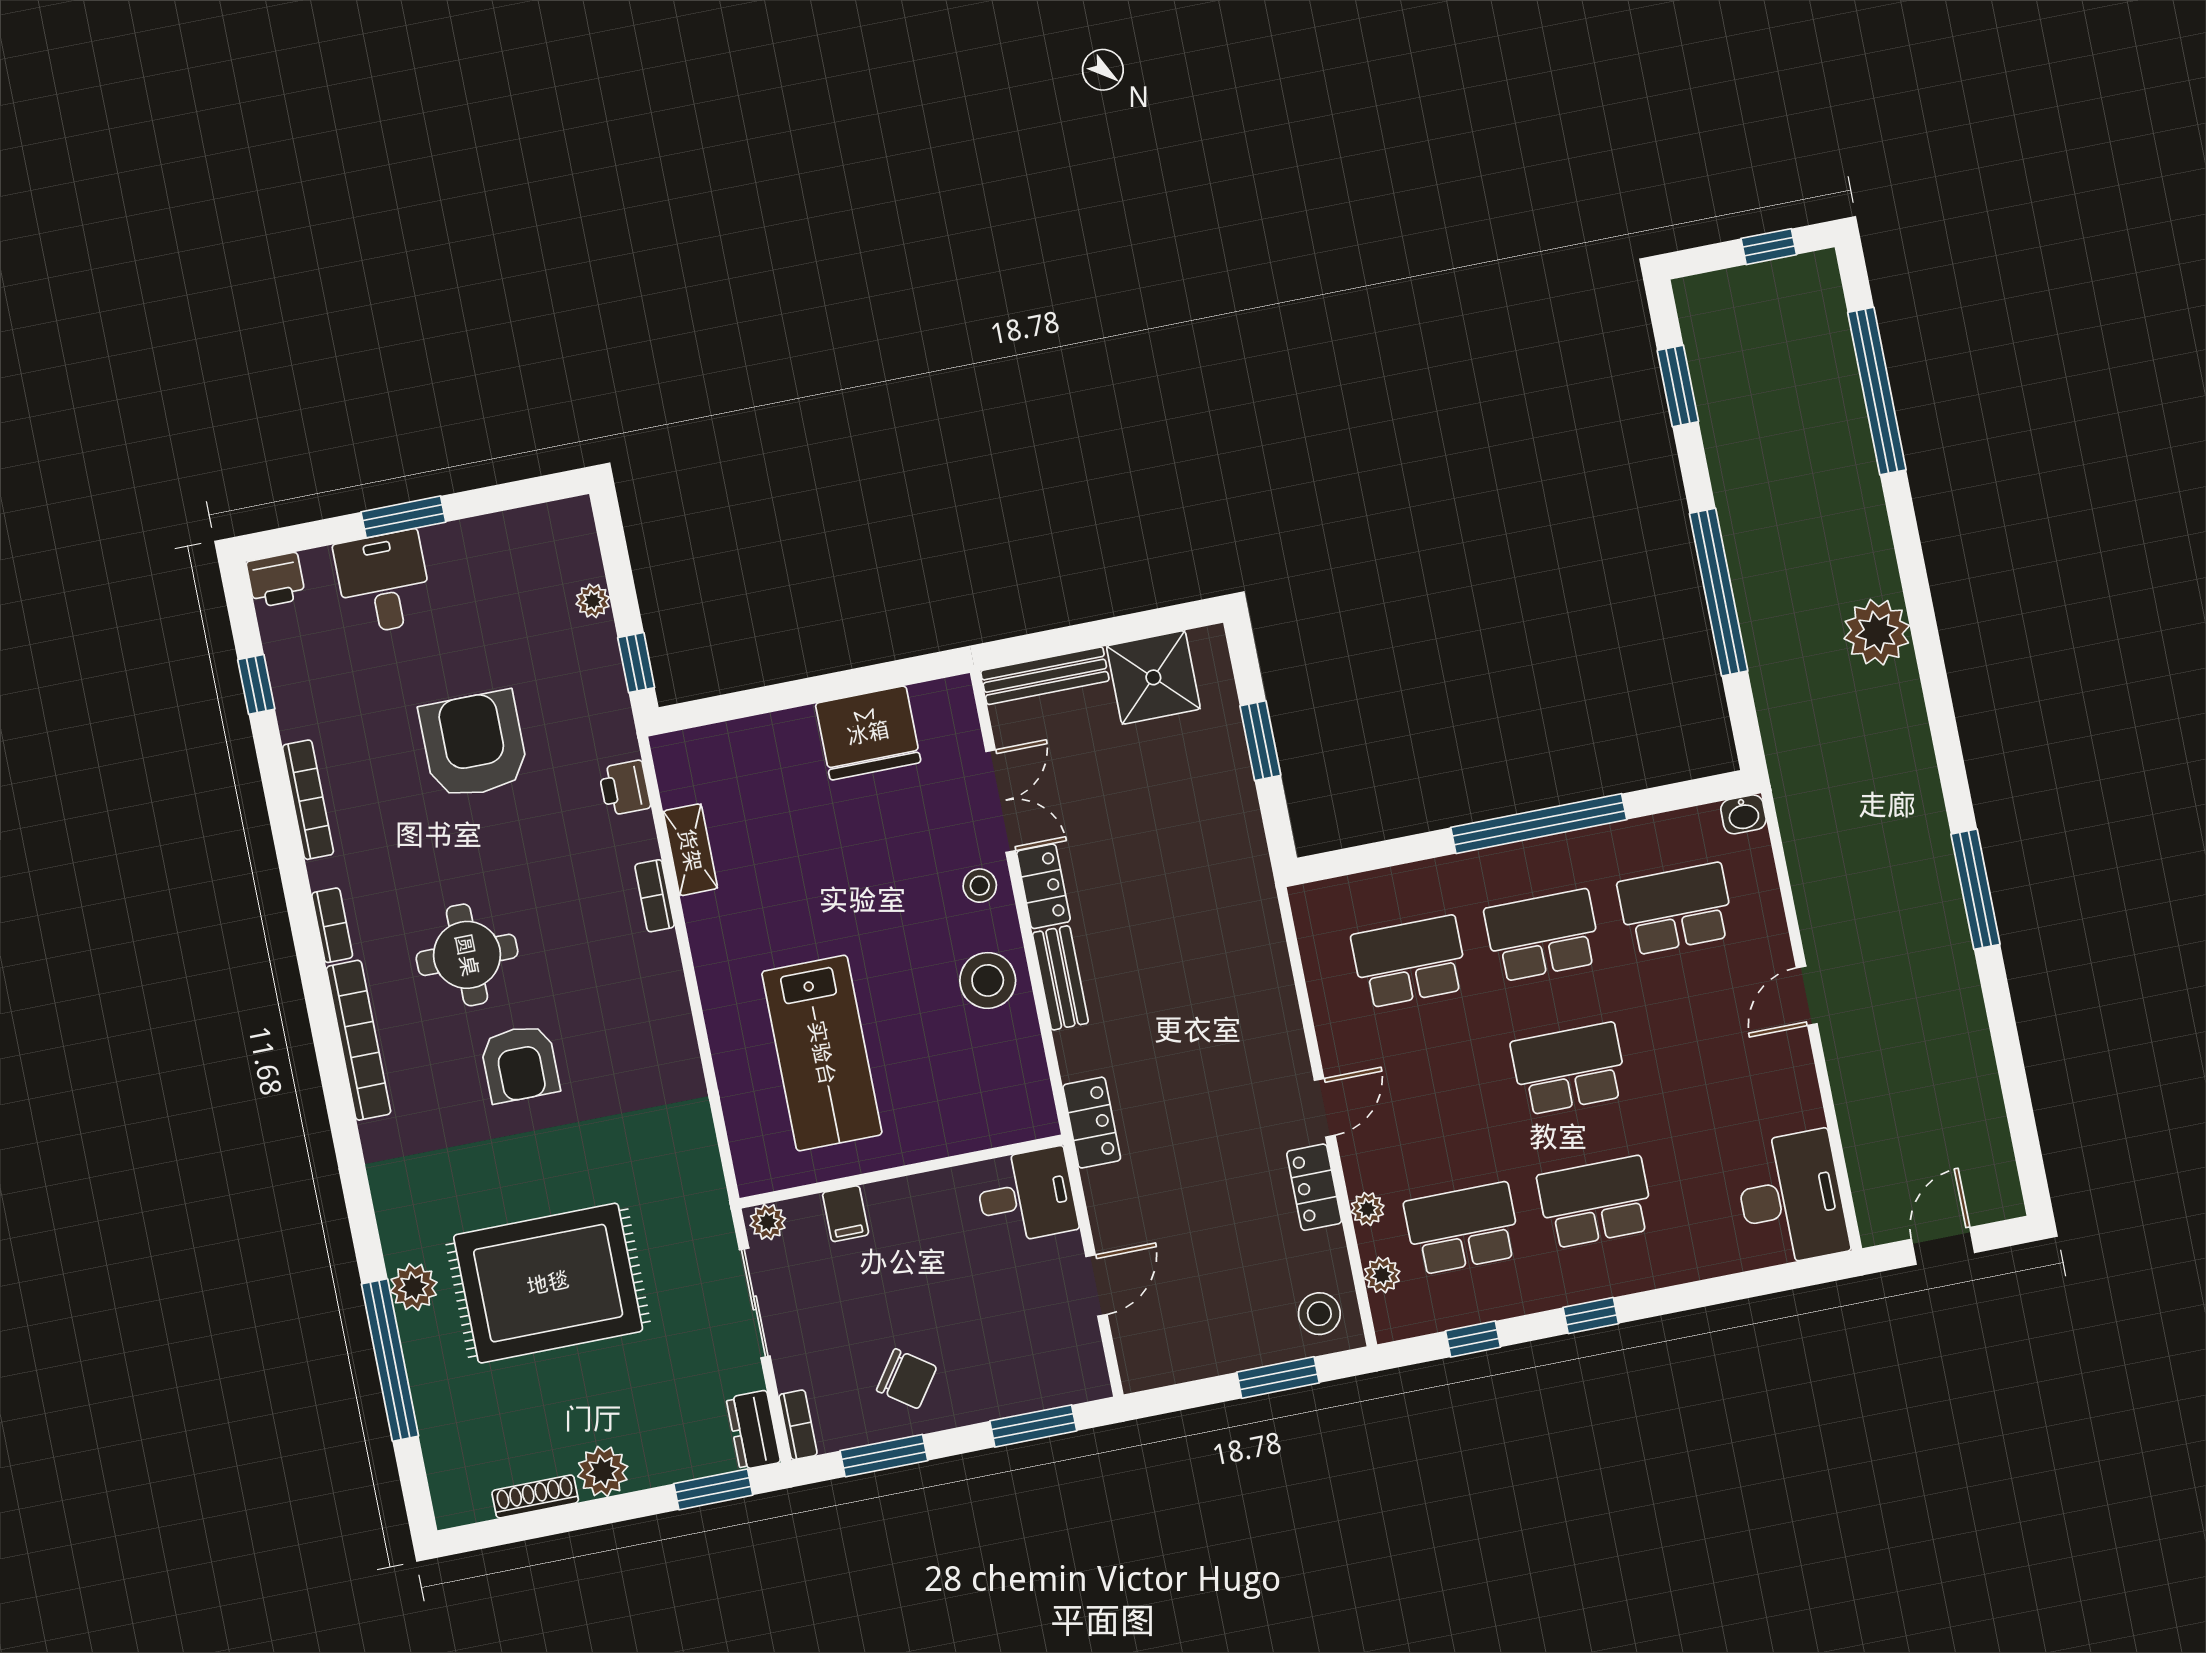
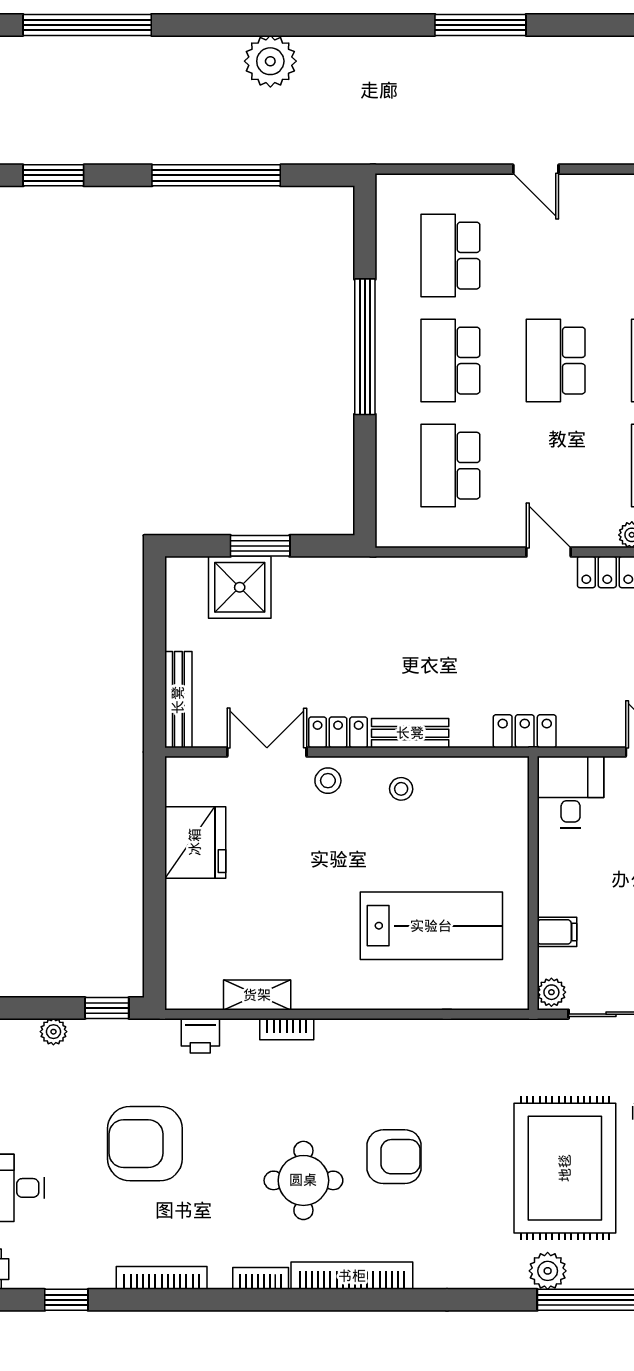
shower: (1153, 677) -> (240, 587), moved
washbasin: (1743, 814) -> (389, 190), removed
stool: (988, 980) -> (401, 789), width x0.53, depth x0.53

